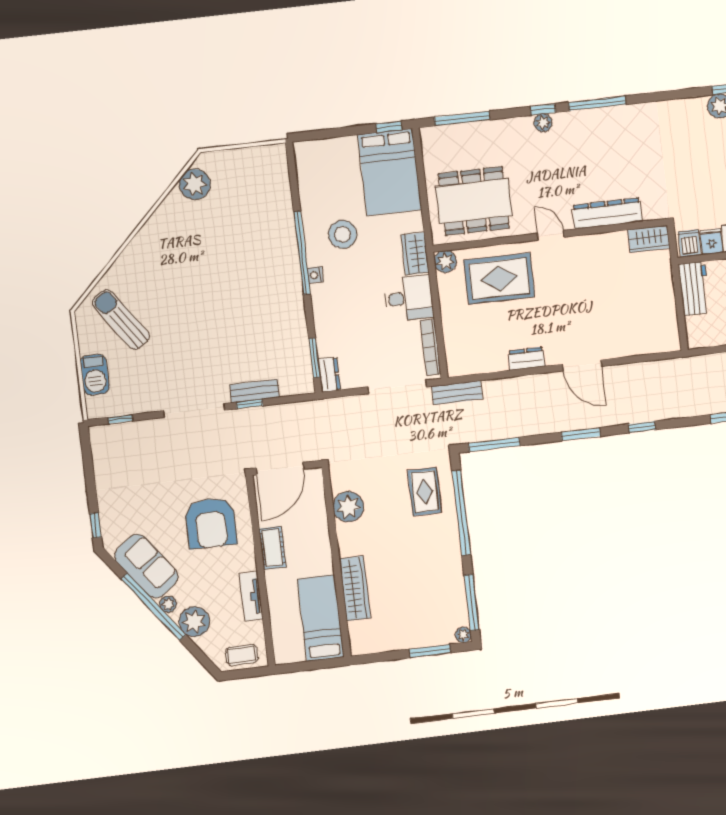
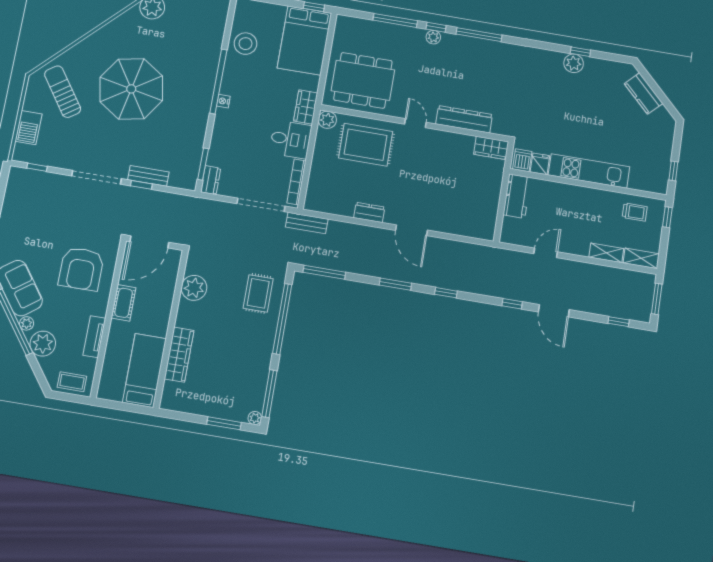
window: (462, 118) -> (395, 20), moved
stool: (343, 234) -> (246, 44), moved
parasol: (201, 292) -> (131, 89), added

